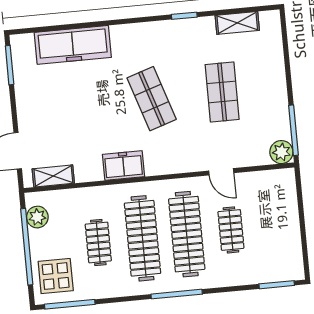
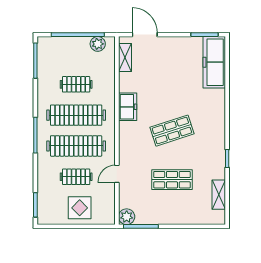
freezer: (73, 45) -> (214, 62), moved
display table: (56, 276) -> (80, 208), moved

